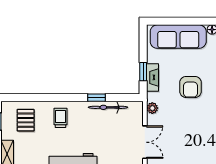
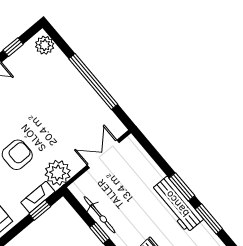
plant: (152, 108) -> (58, 173), width x1.88, depth x1.88

